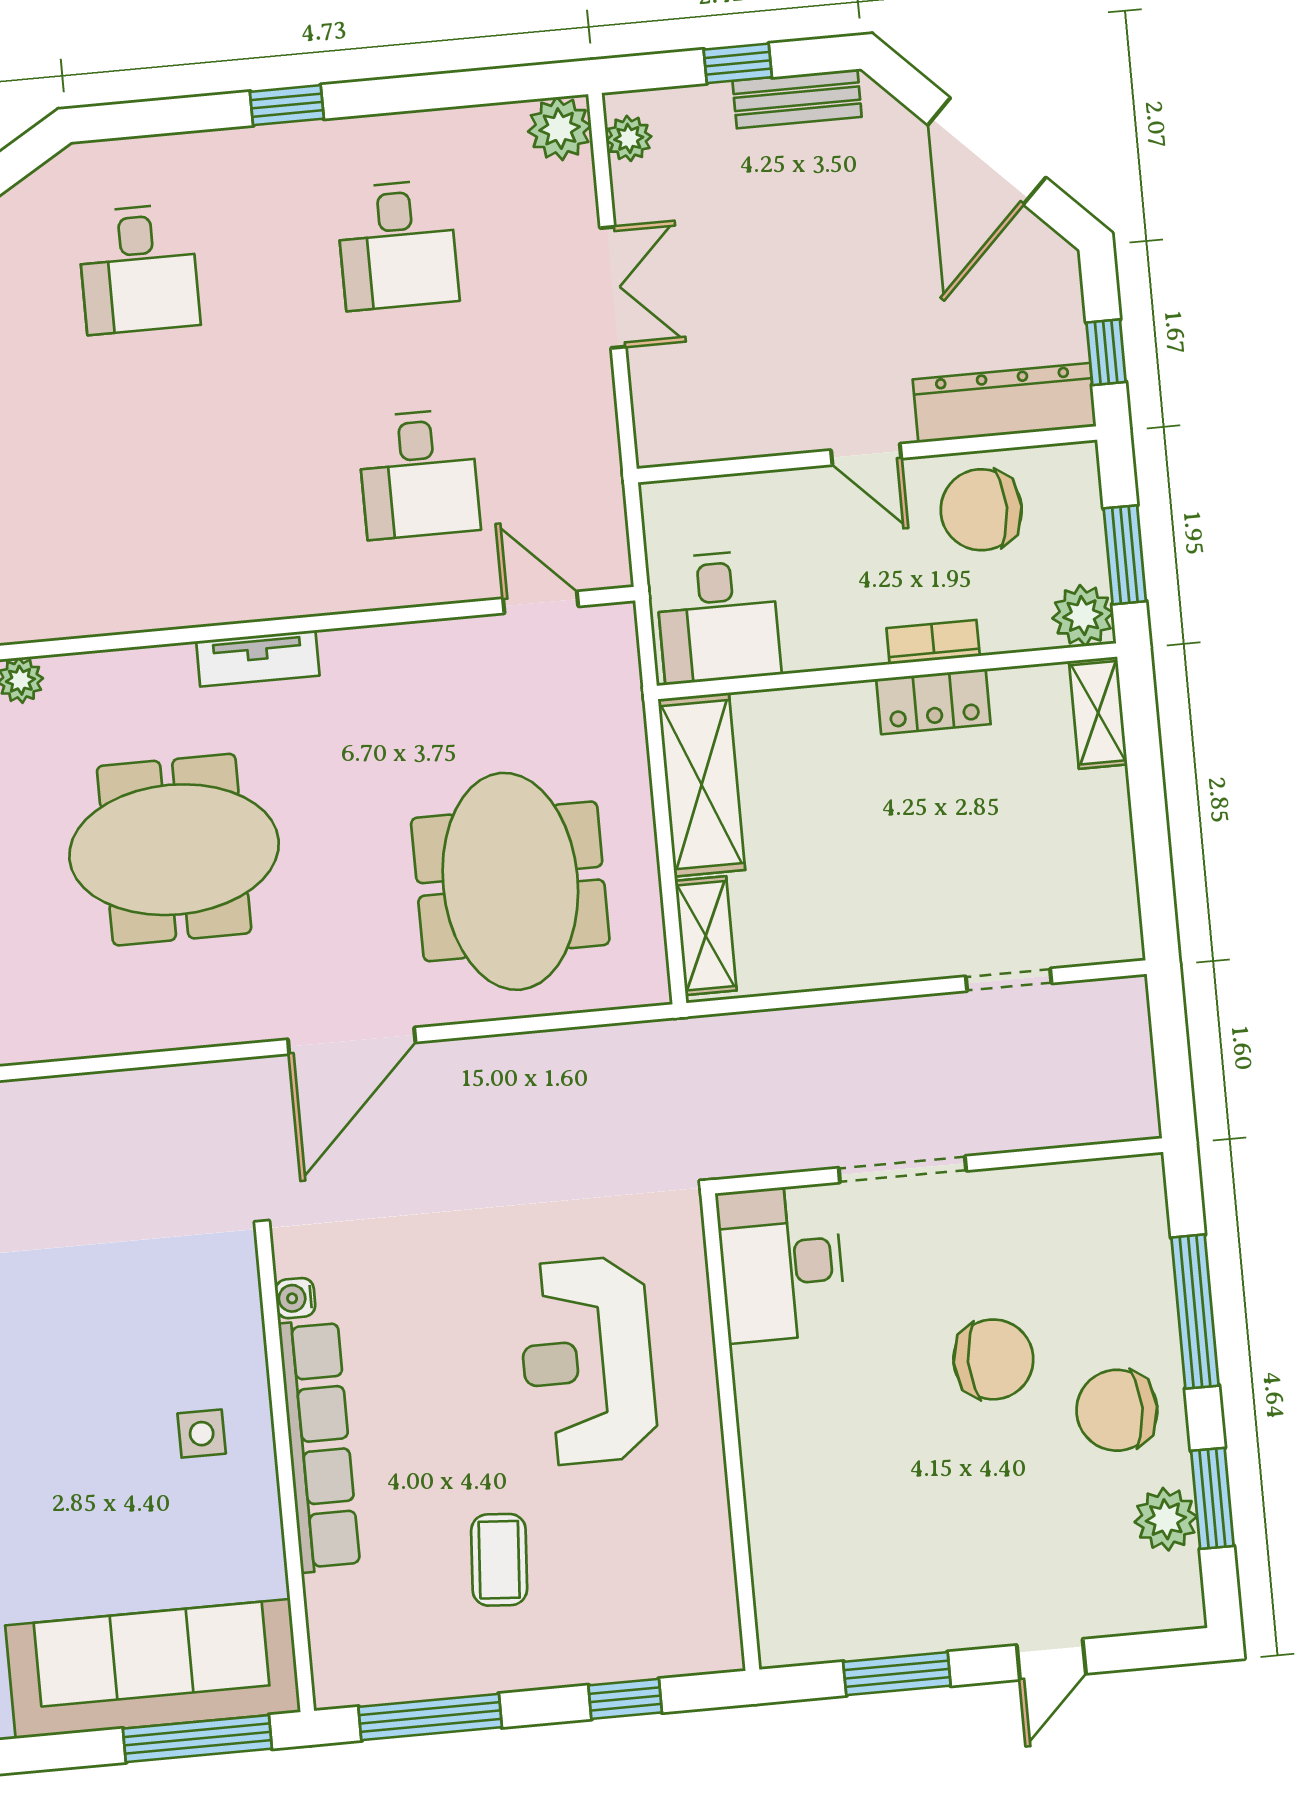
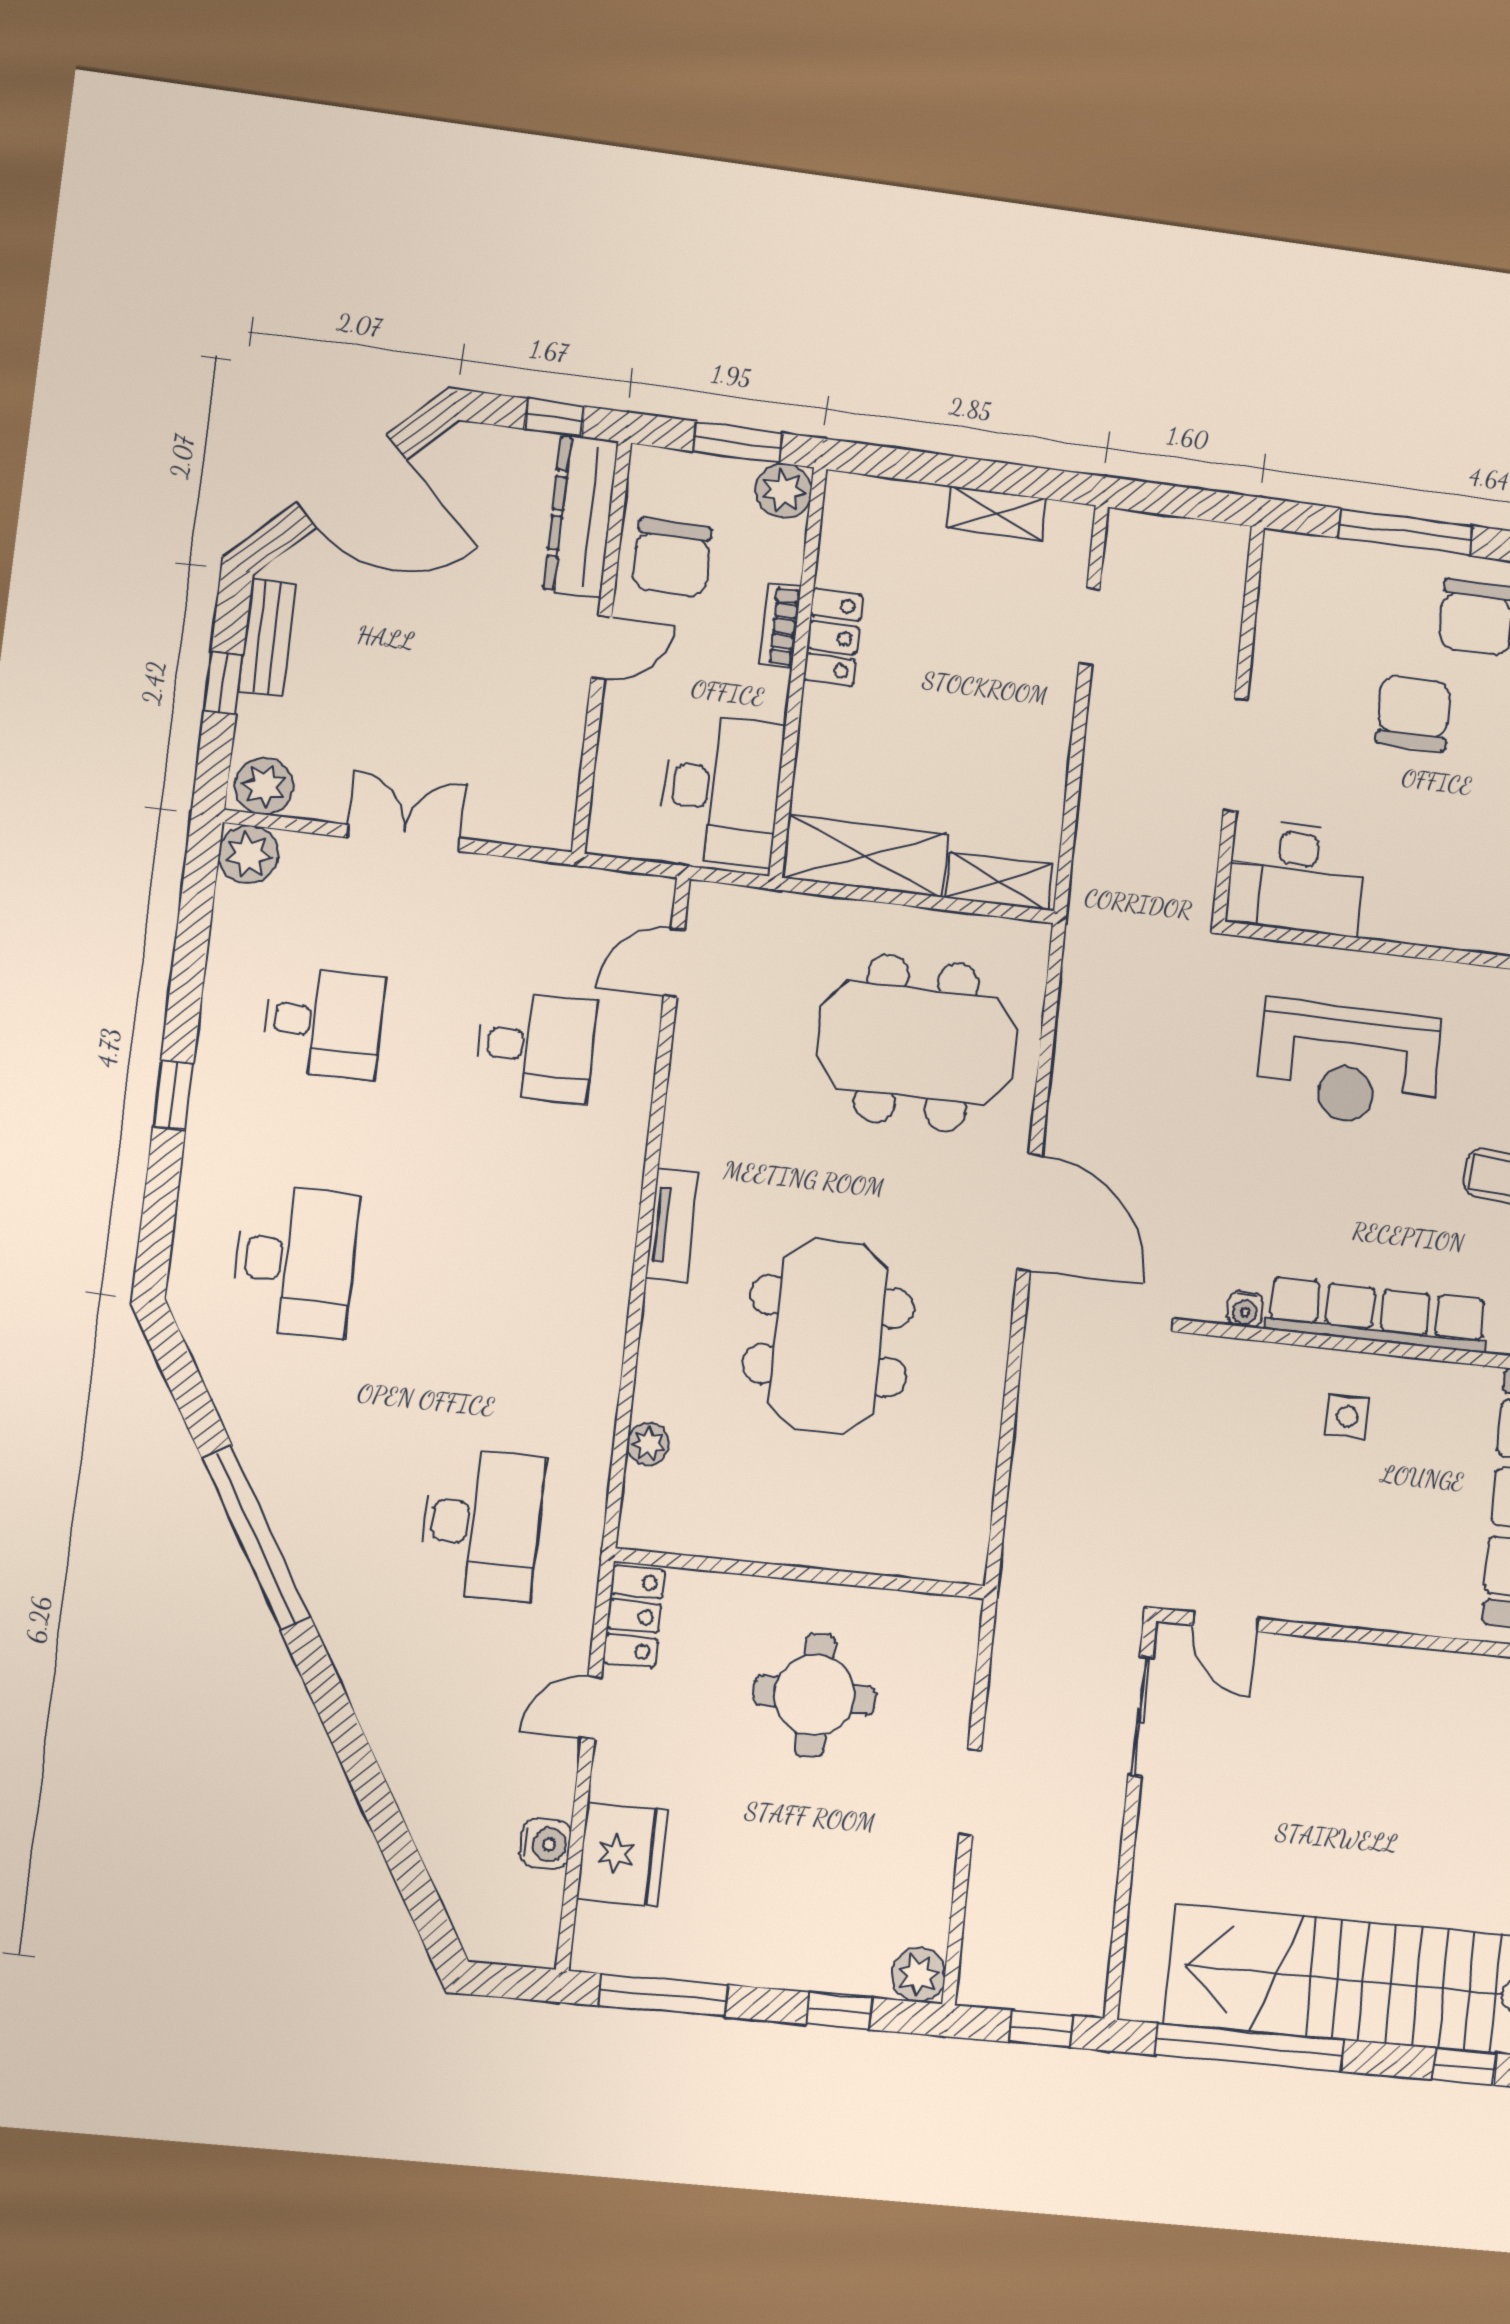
plant: (629, 138) -> (264, 786), width x1.38, depth x1.38
desk: (139, 269) -> (295, 1261), width x1.37
desk: (718, 617) -> (721, 790), width x1.37
shelving: (1098, 713) -> (996, 513), moved

